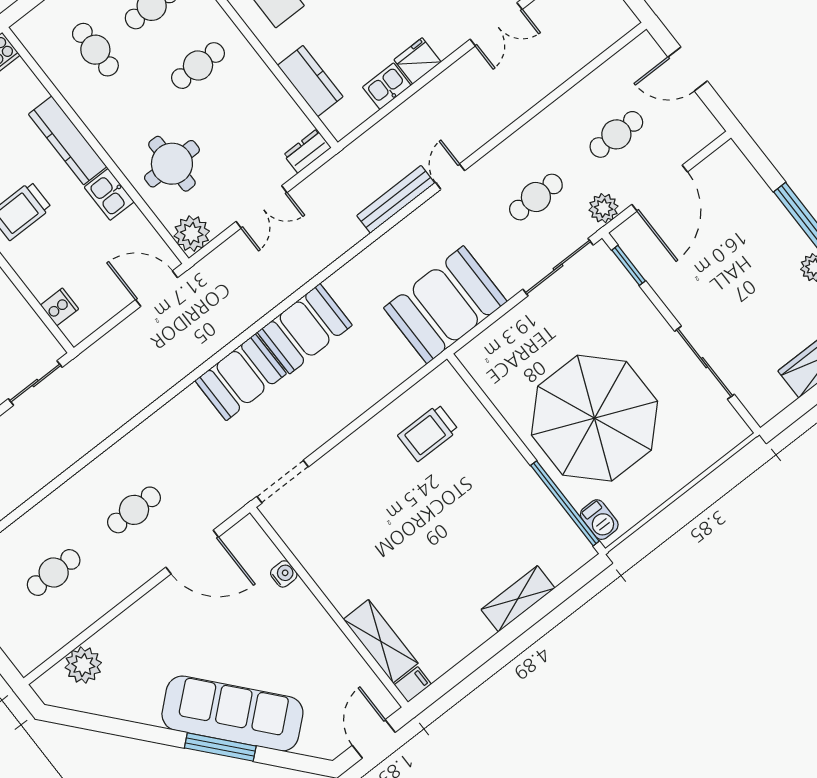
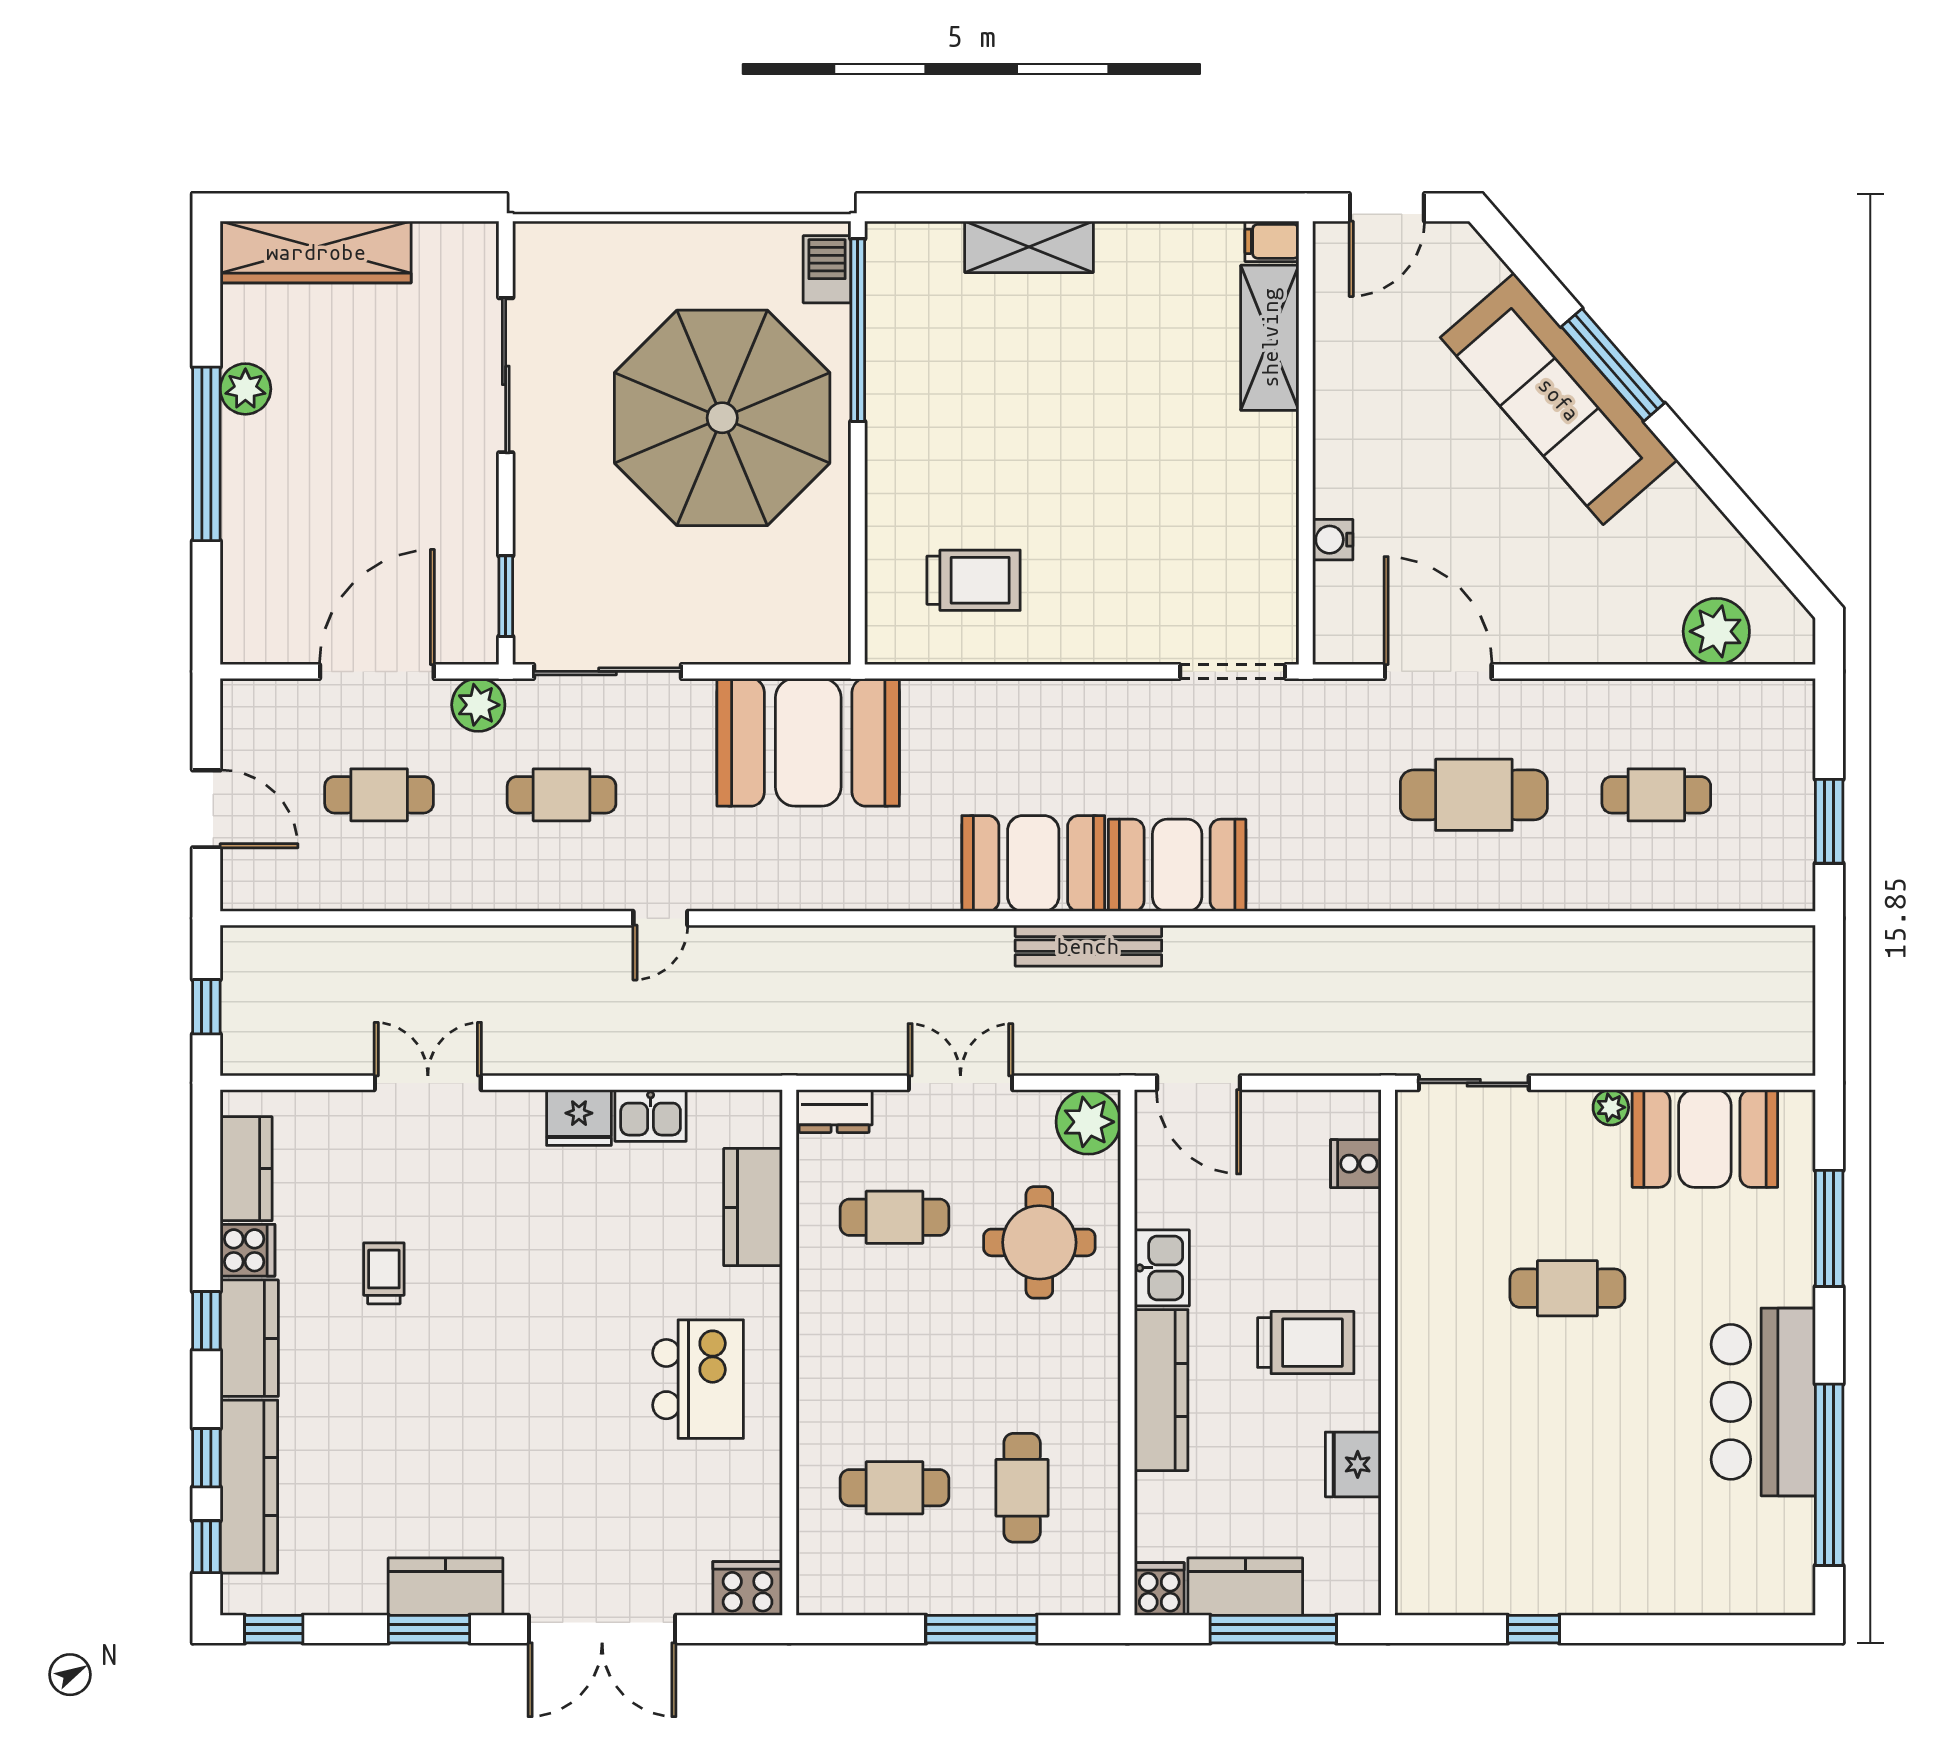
cafe table: (198, 66) -> (895, 1217), moved
bench: (396, 199) -> (1088, 946), moved
cafe table: (134, 510) -> (1474, 795), width x1.37, depth x1.35

